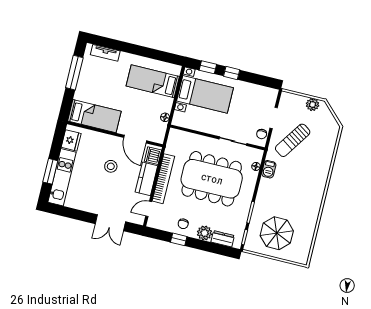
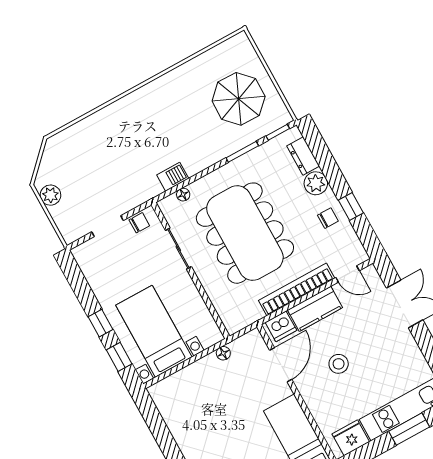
bed: (153, 81) -> (194, 406), removed
sun lounger: (293, 140) -> (113, 180), removed

